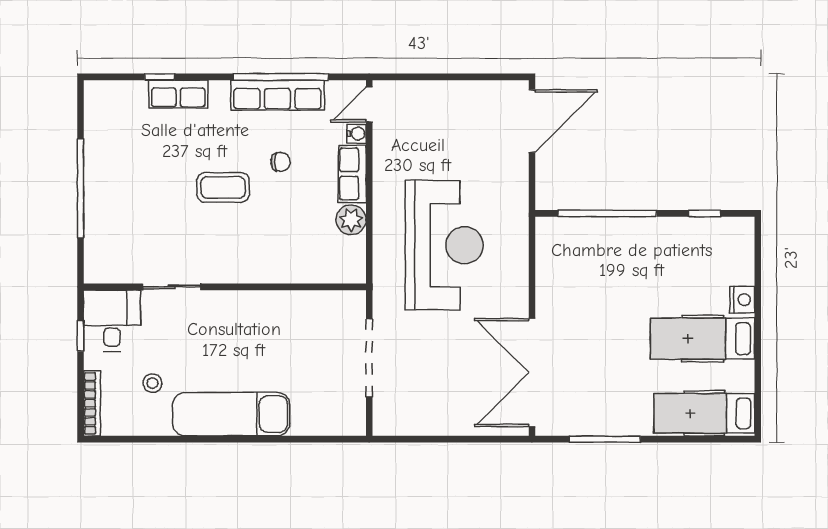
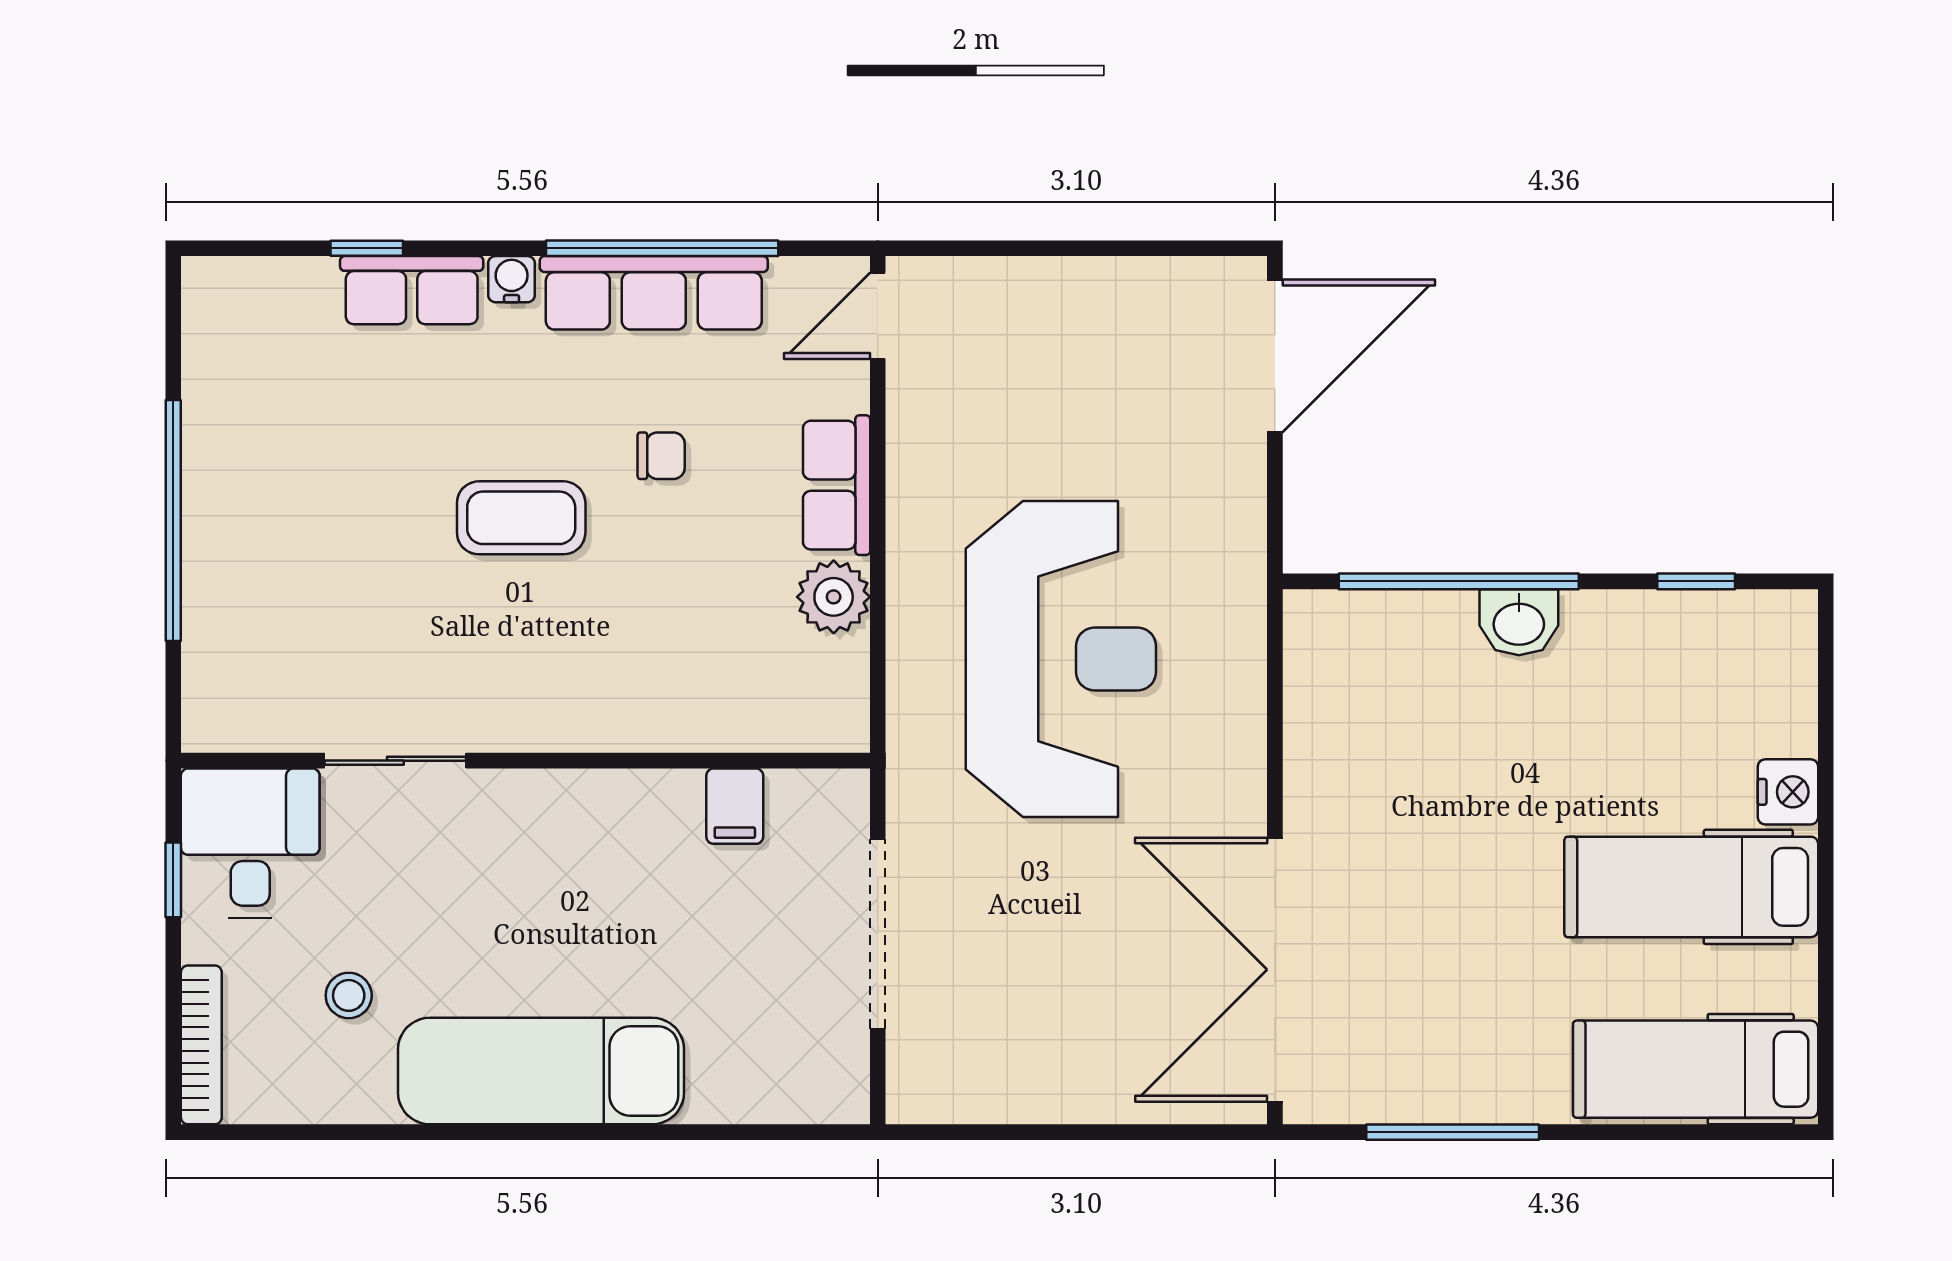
water cooler: (357, 134) -> (512, 279), moved, turned -90
washbasin: (632, 230) -> (1519, 622), added
filing cabinet: (311, 306) -> (735, 806), added

